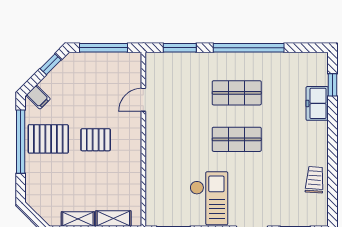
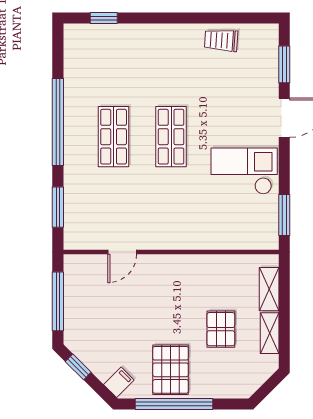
door: (143, 100) -> (122, 252), hinge flipped
freezer: (317, 103) -> (127, 37), removed
pallet: (96, 140) -> (221, 329), moved

